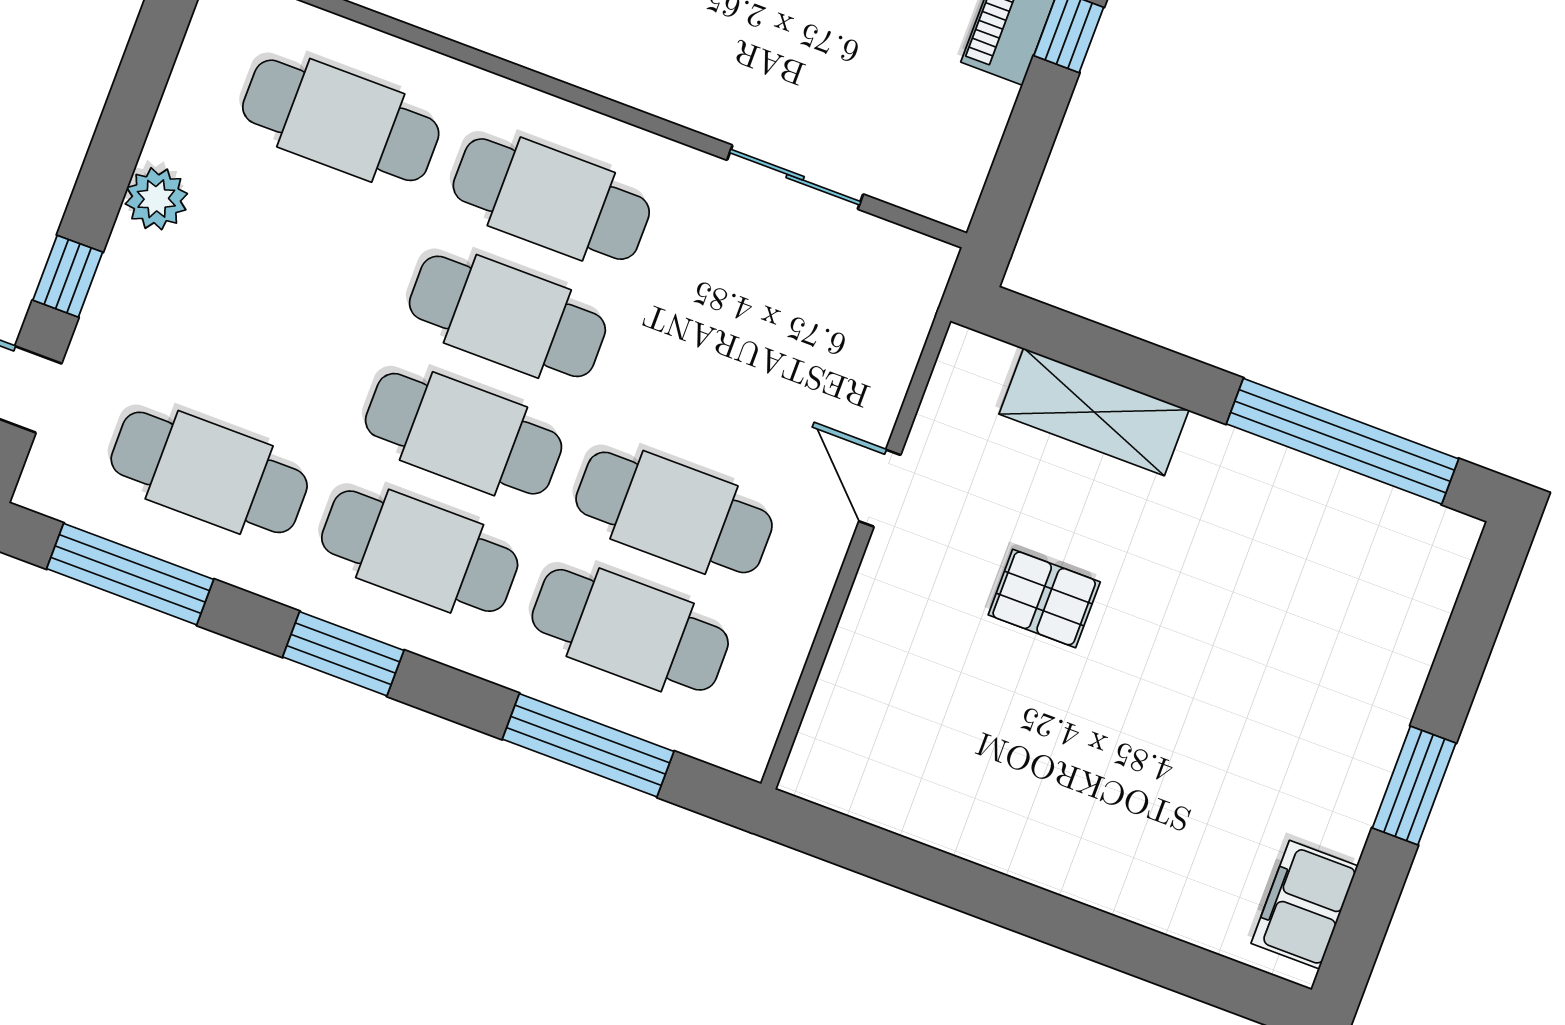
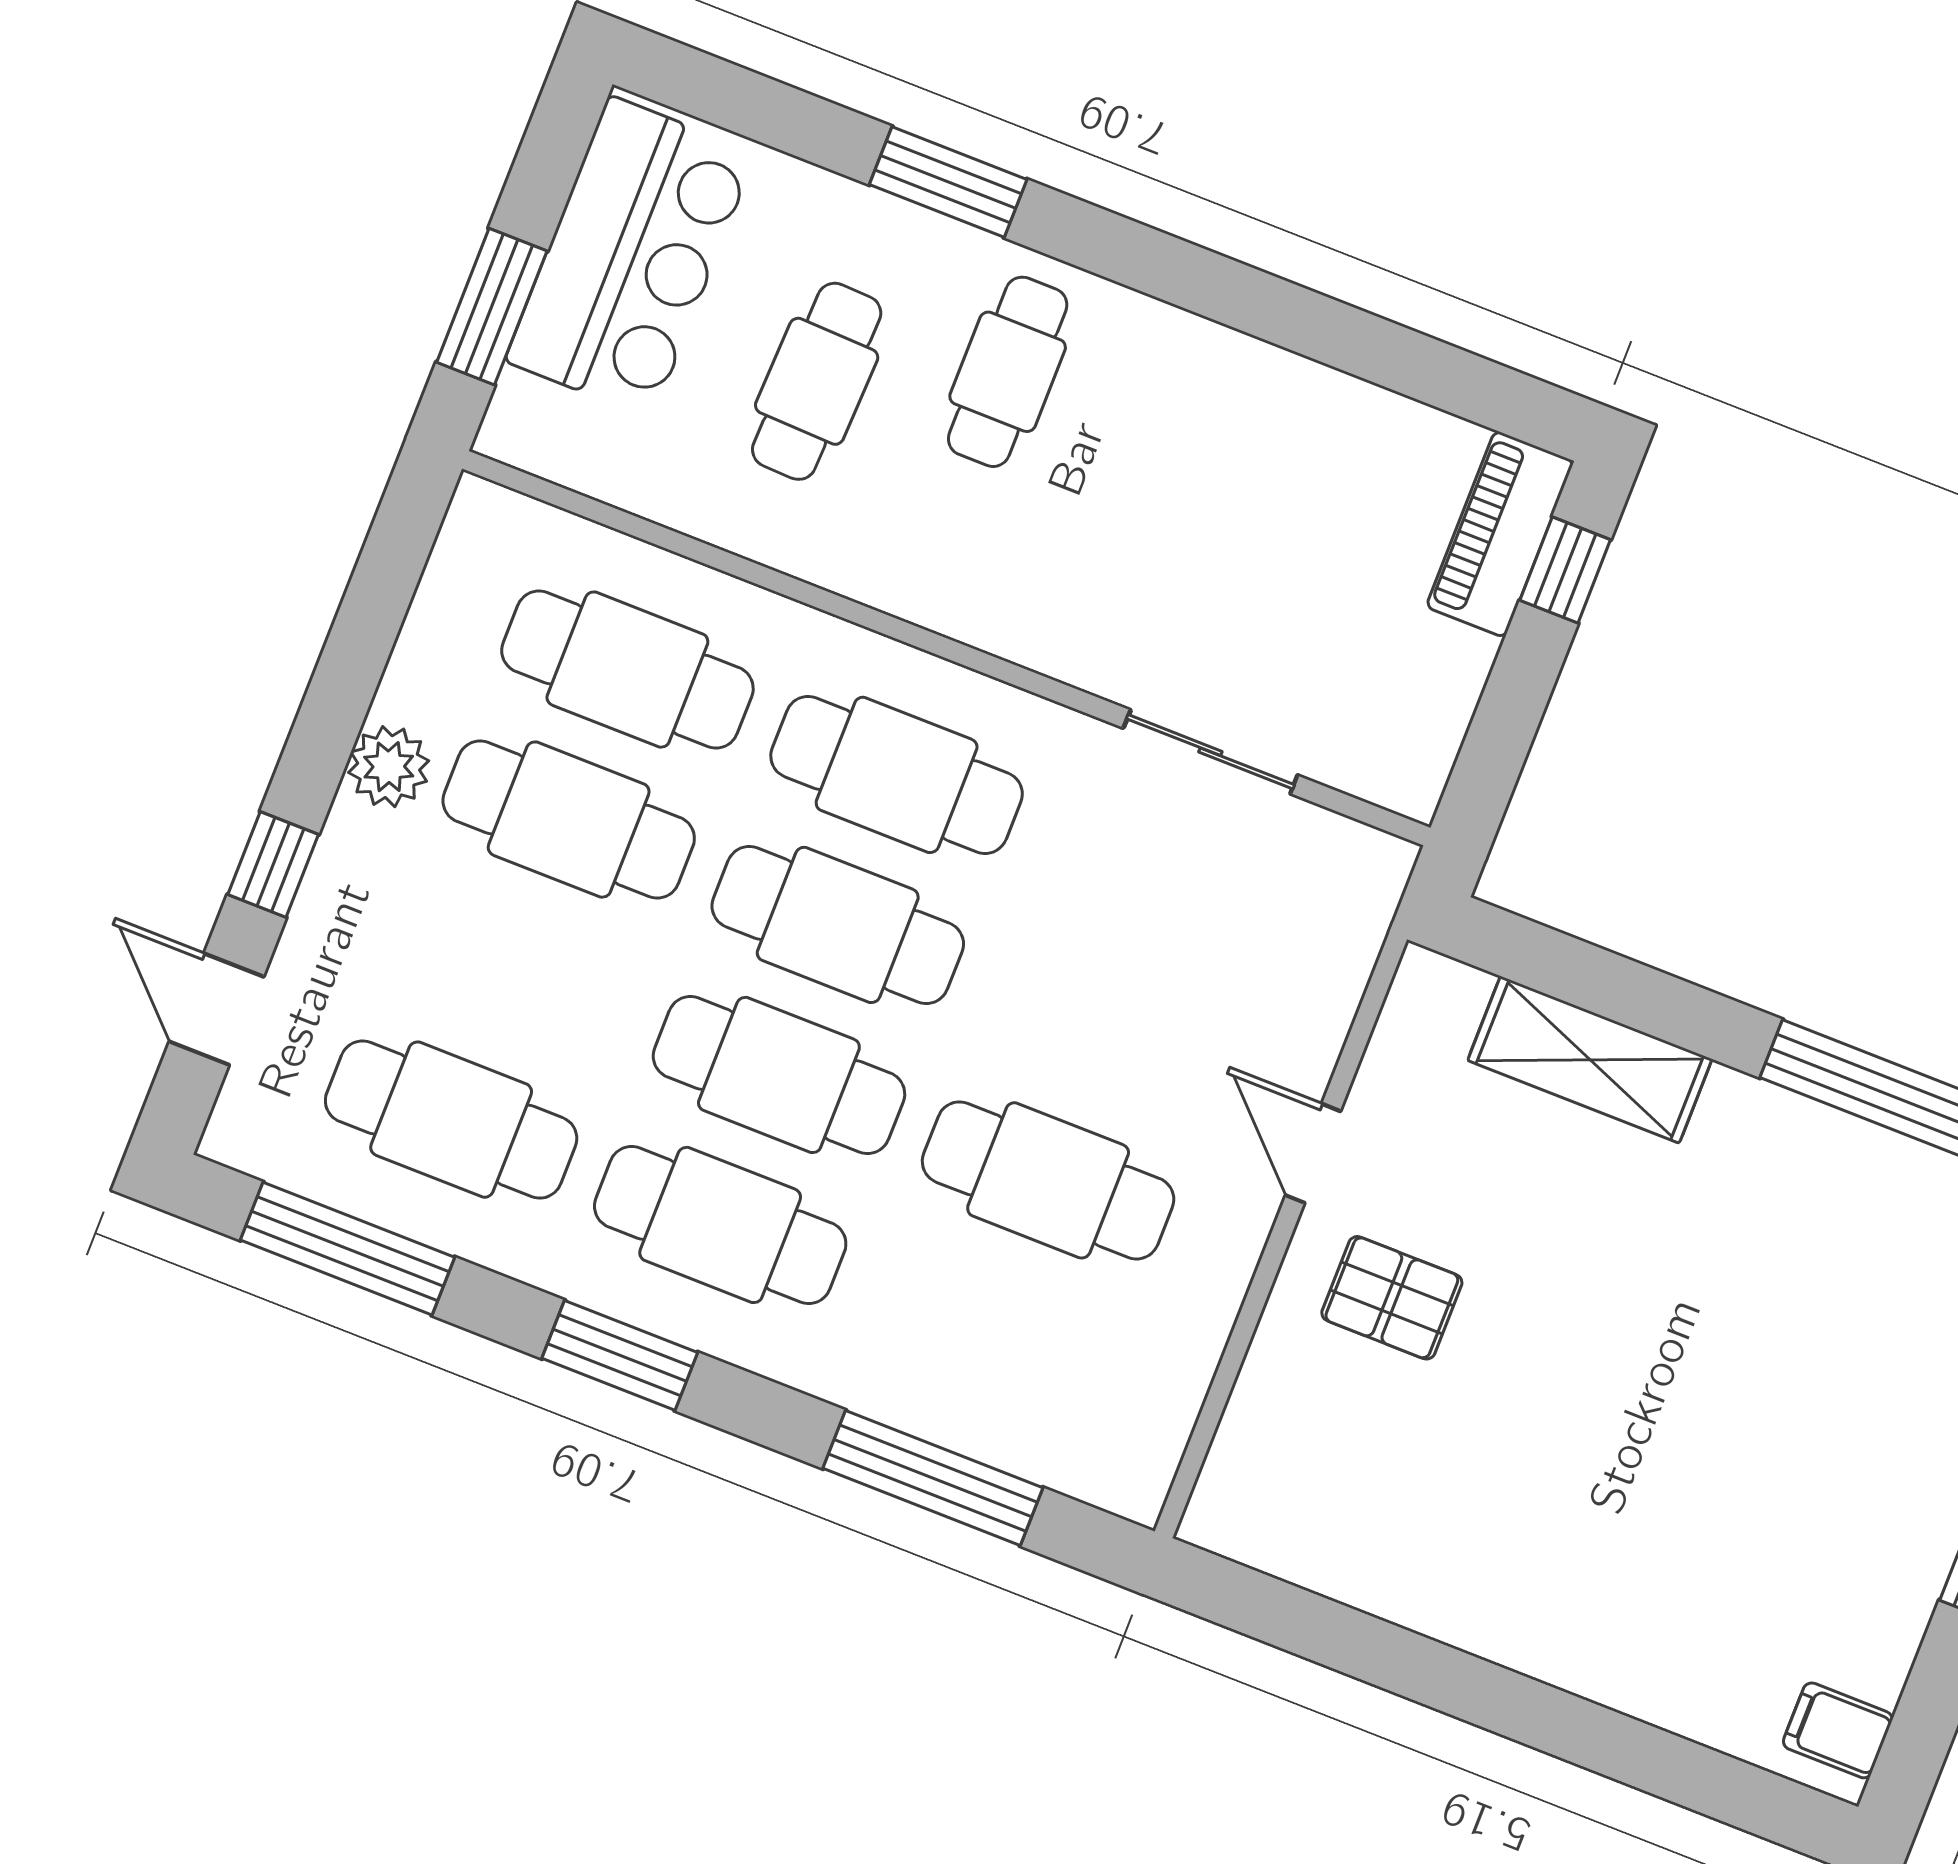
pallet: (1044, 598) -> (1392, 1298), moved
cafe table: (630, 630) -> (569, 820), moved
filing cabinet: (1305, 905) -> (1838, 1730), width x0.50

